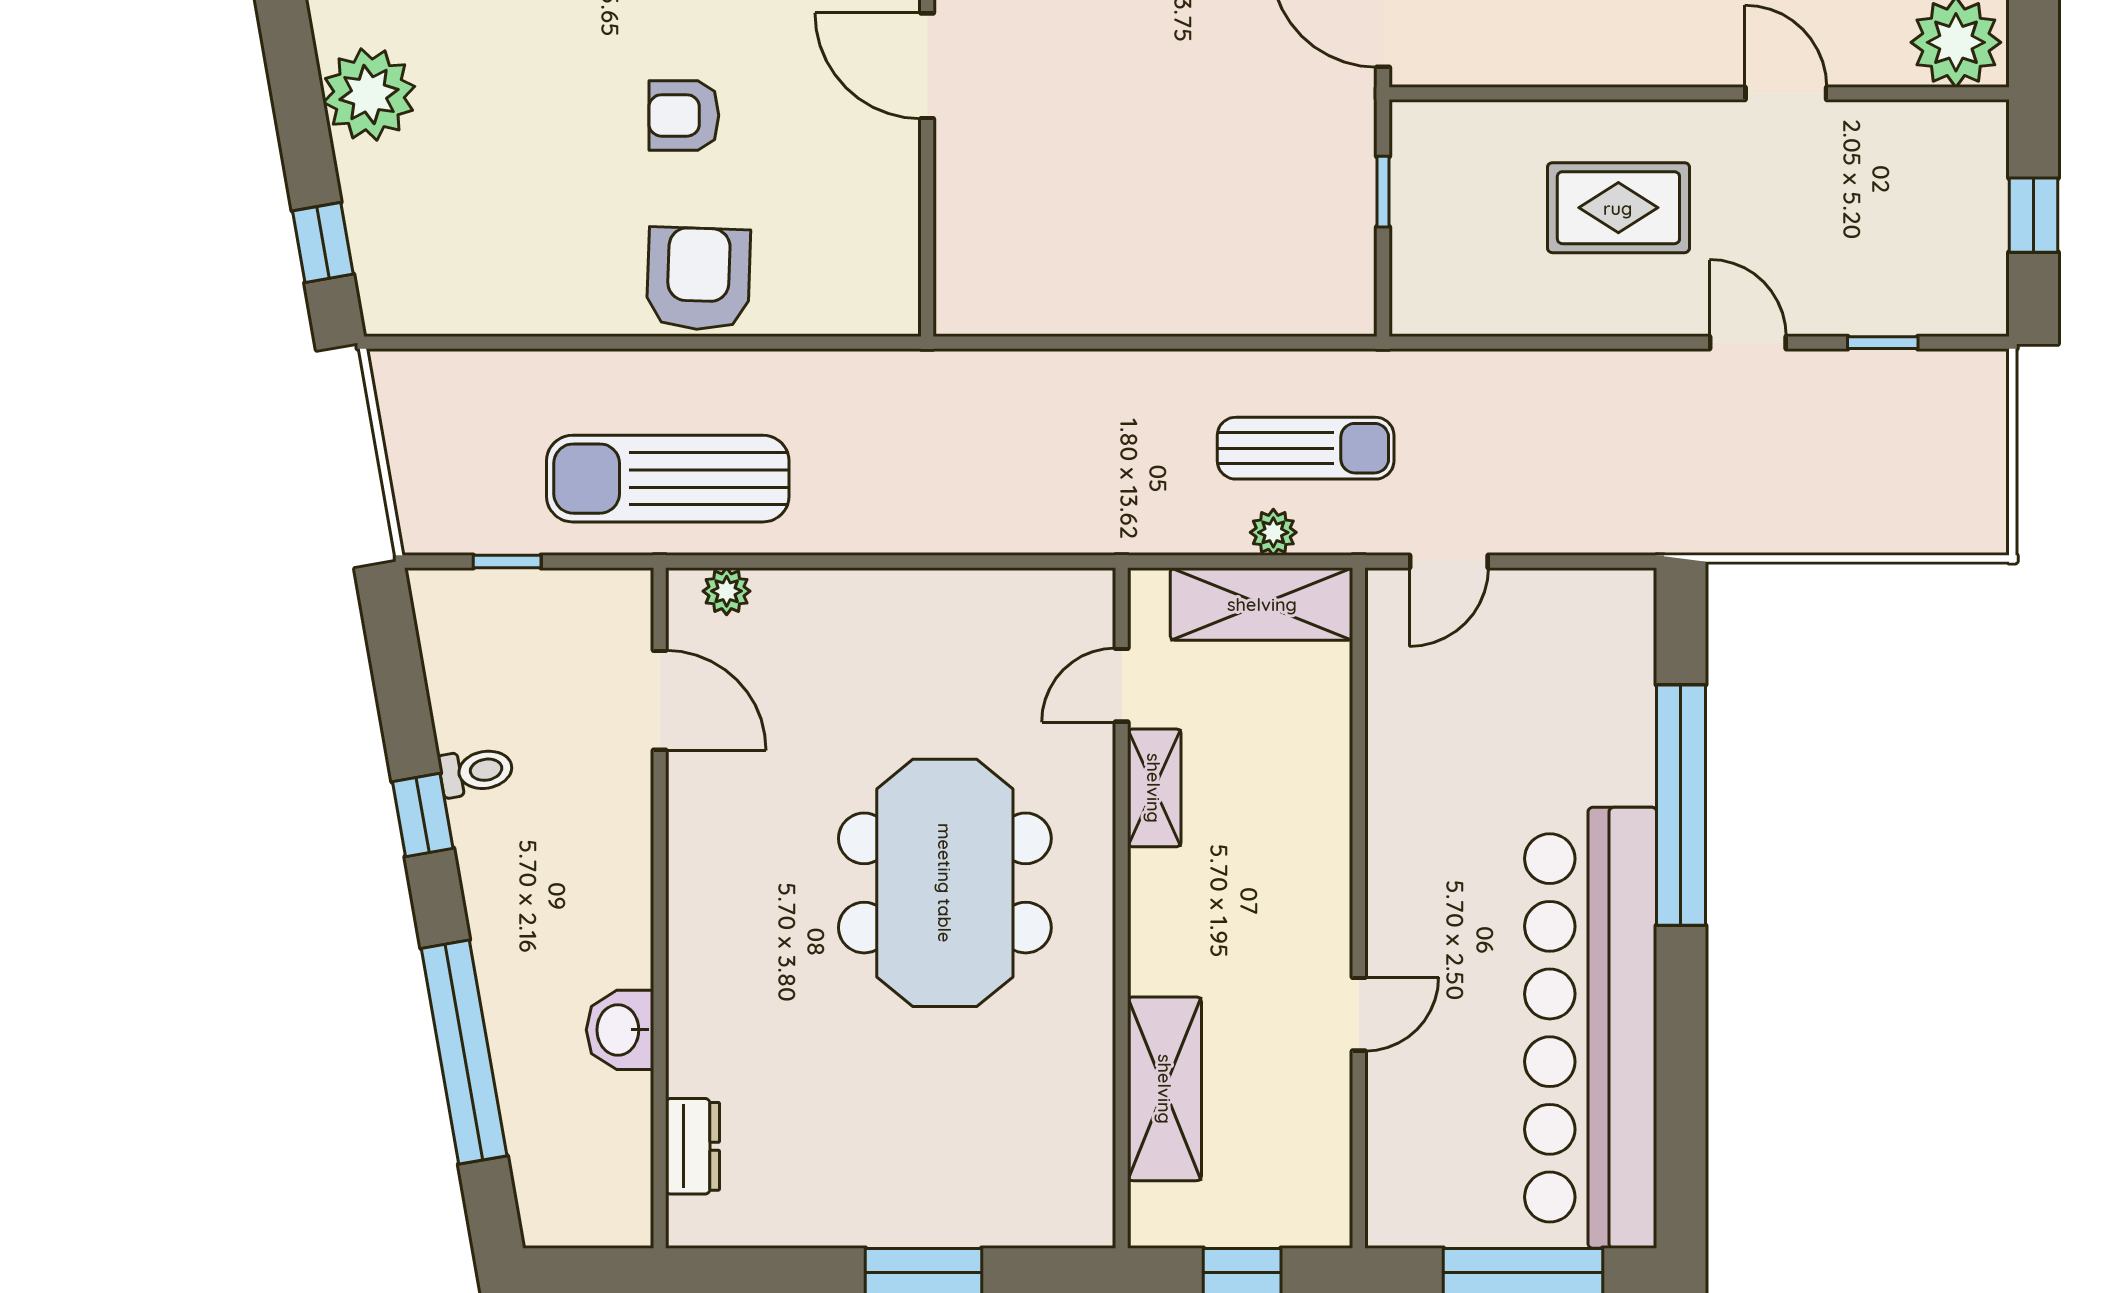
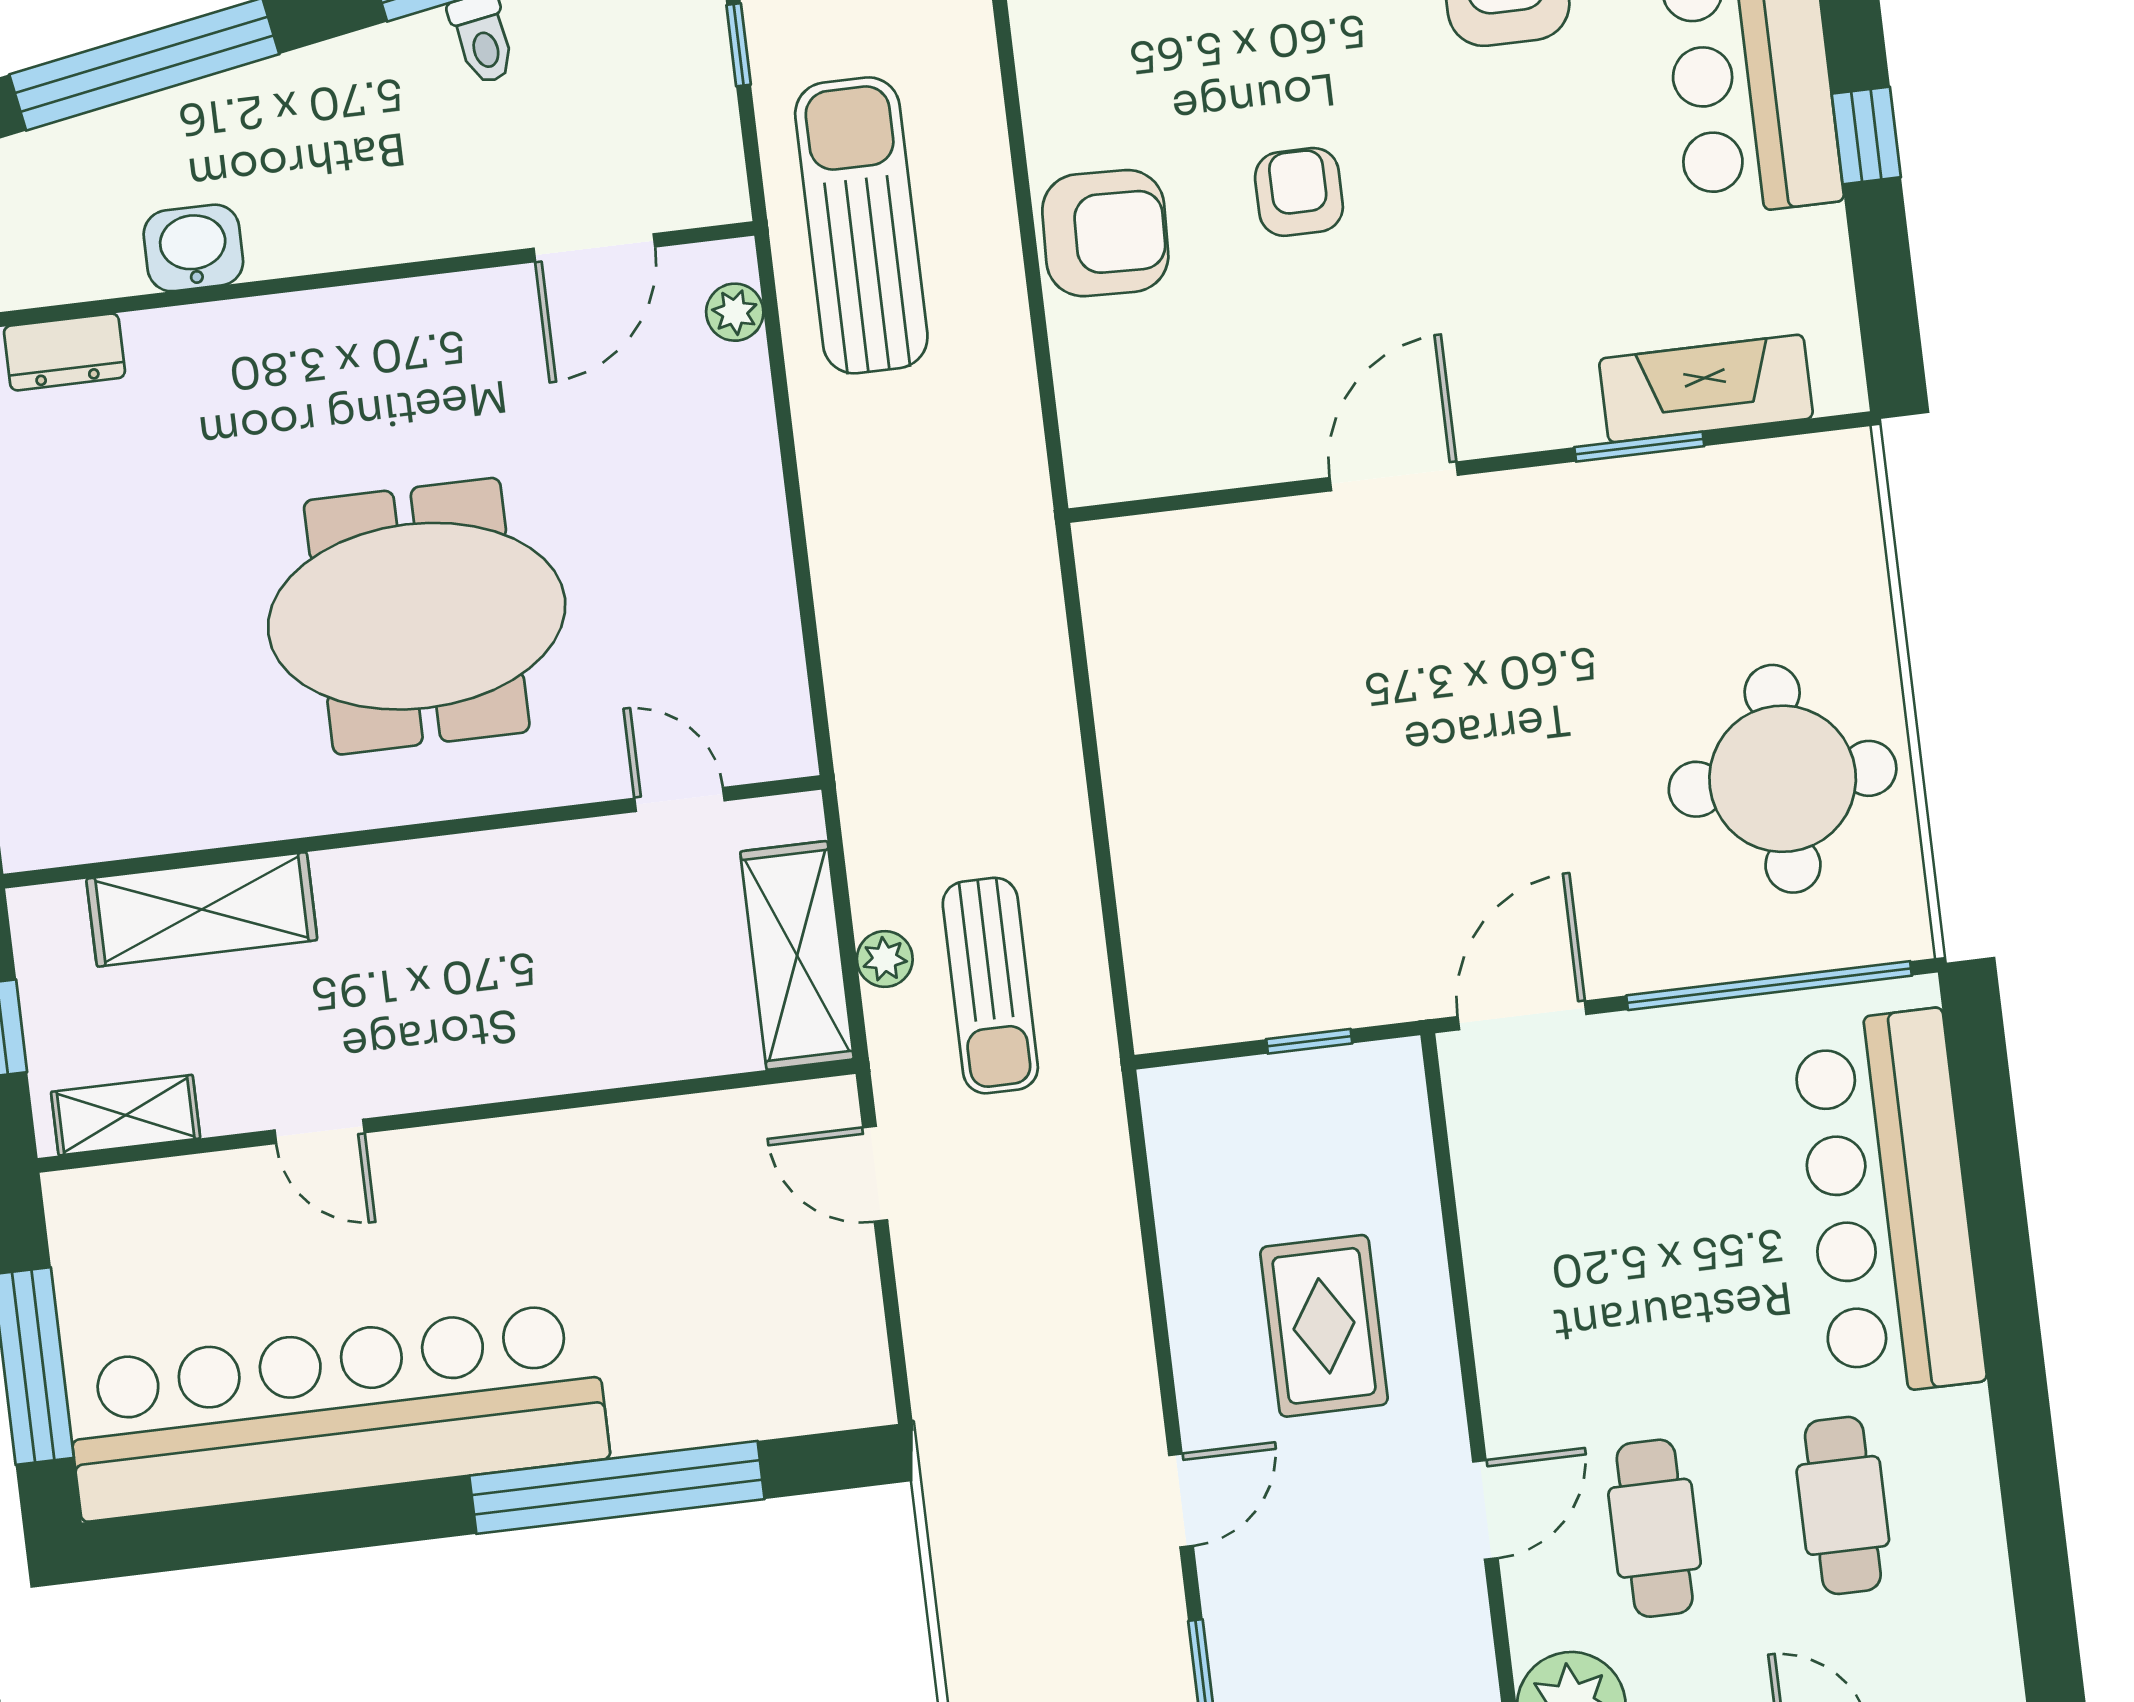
shelving: (1154, 788) -> (126, 1115), moved

